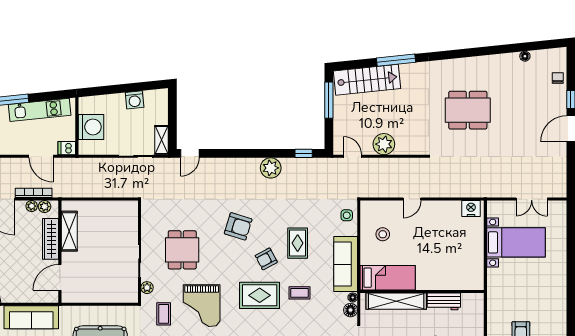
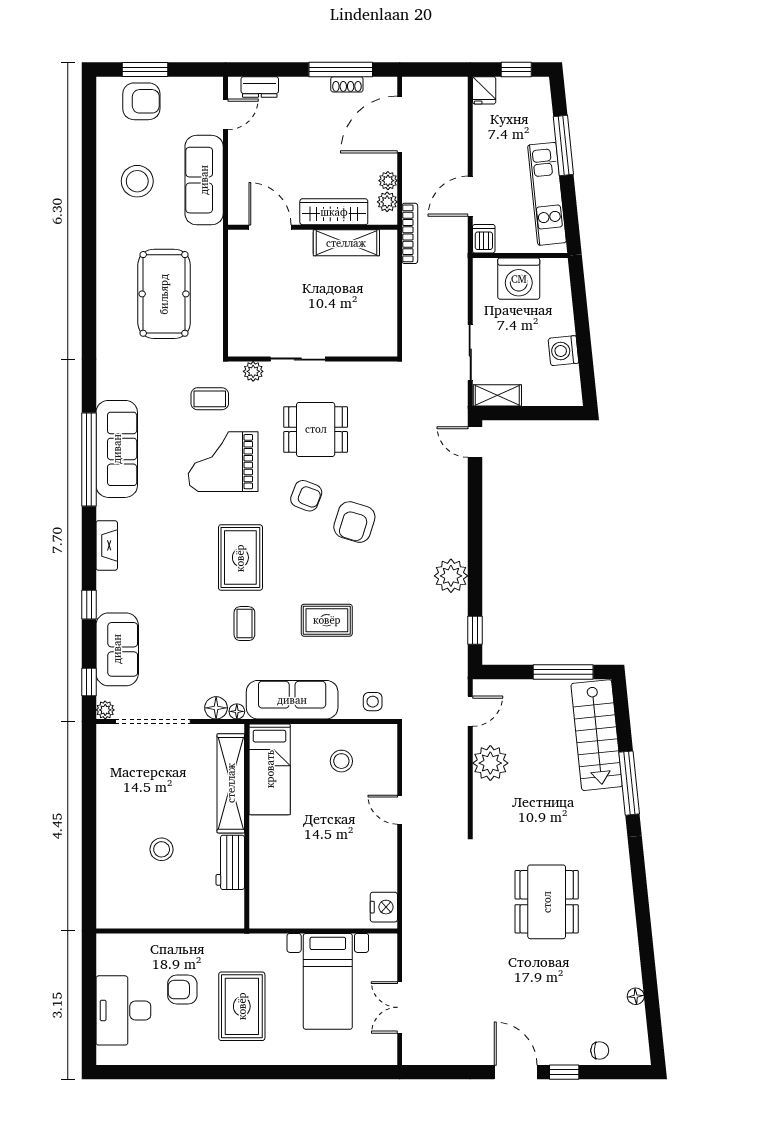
bookcase: (34, 193) -> (410, 233), moved
armchair: (266, 259) -> (306, 496), moved, turned 139
rug: (531, 294) -> (242, 1006), added

